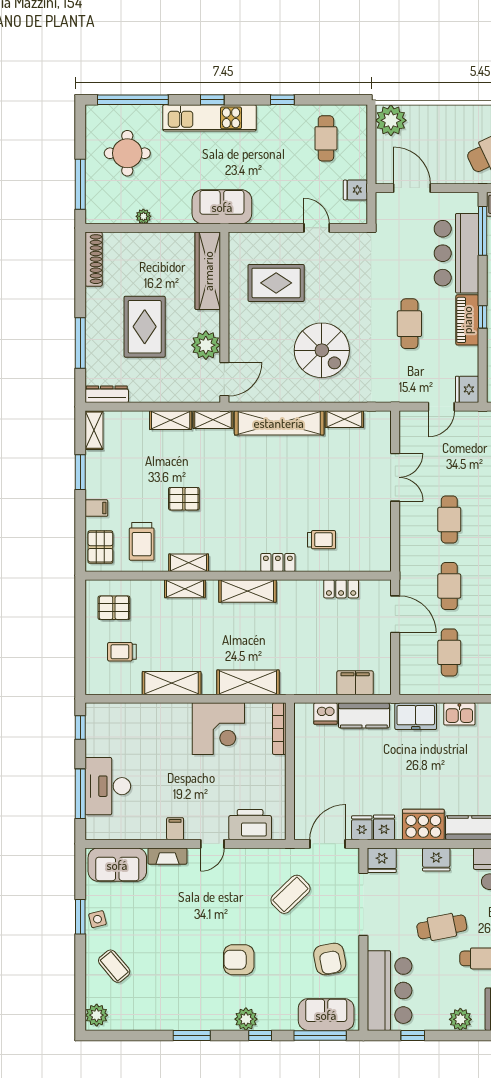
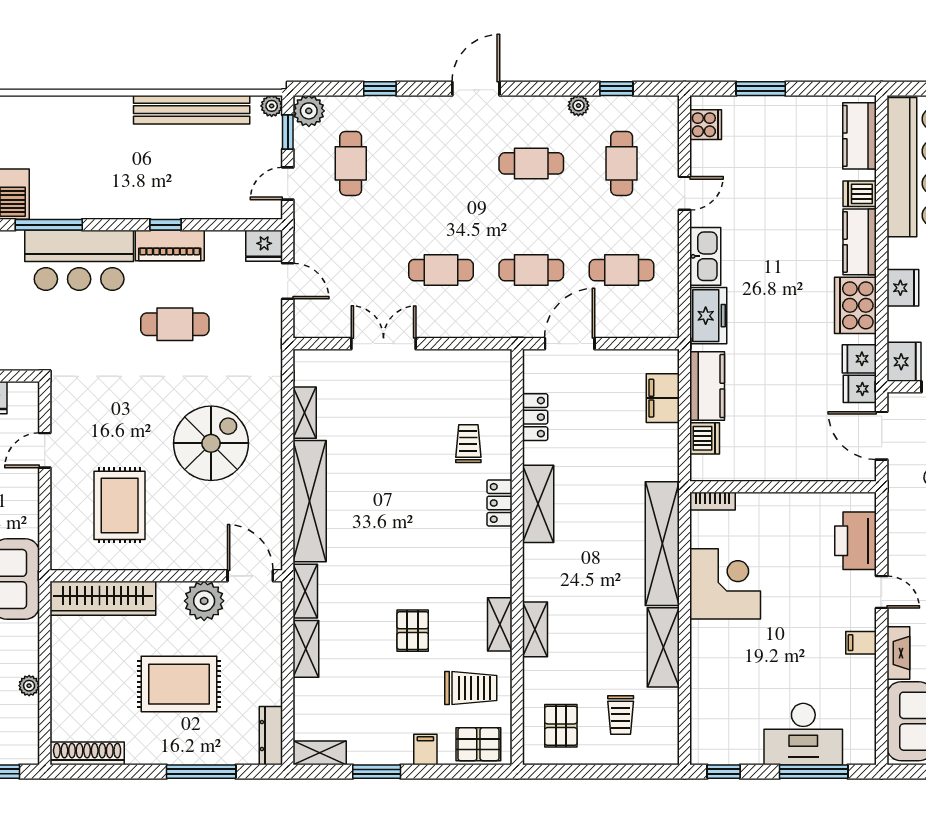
shelving: (247, 591) -> (538, 504), moved
shelving: (248, 682) -> (662, 544), width x1.47
kitchen sink: (459, 714) -> (705, 256), width x1.38
bookcase: (279, 729) -> (713, 501), width x0.64

